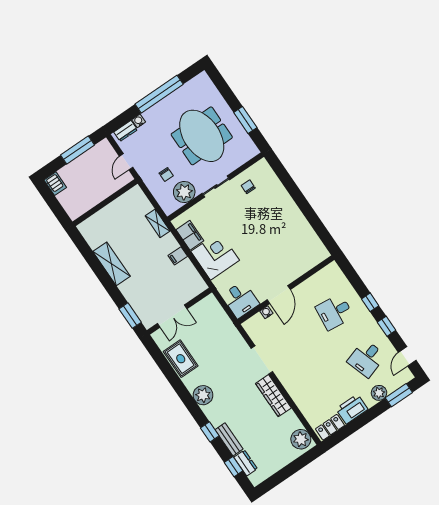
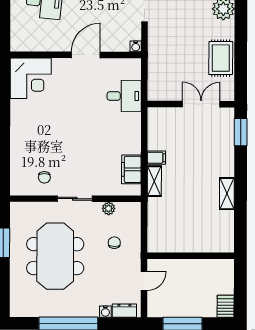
plant: (184, 192) -> (109, 208), width x0.53, depth x0.53
shelving: (158, 223) -> (154, 181), moved
corner desk: (215, 256) -> (31, 78), moved, turned -90
shelving: (112, 264) -> (227, 193), width x0.67, depth x0.75
desk: (240, 300) -> (124, 96), moved, turned 90
water cooler: (266, 312) -> (136, 46), moved

